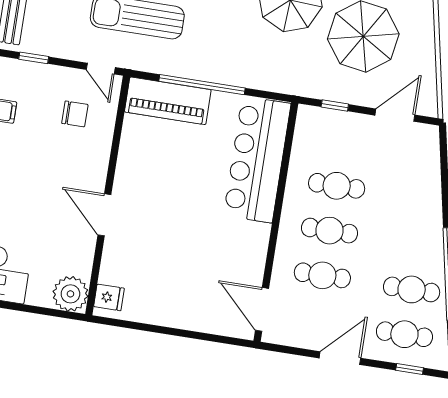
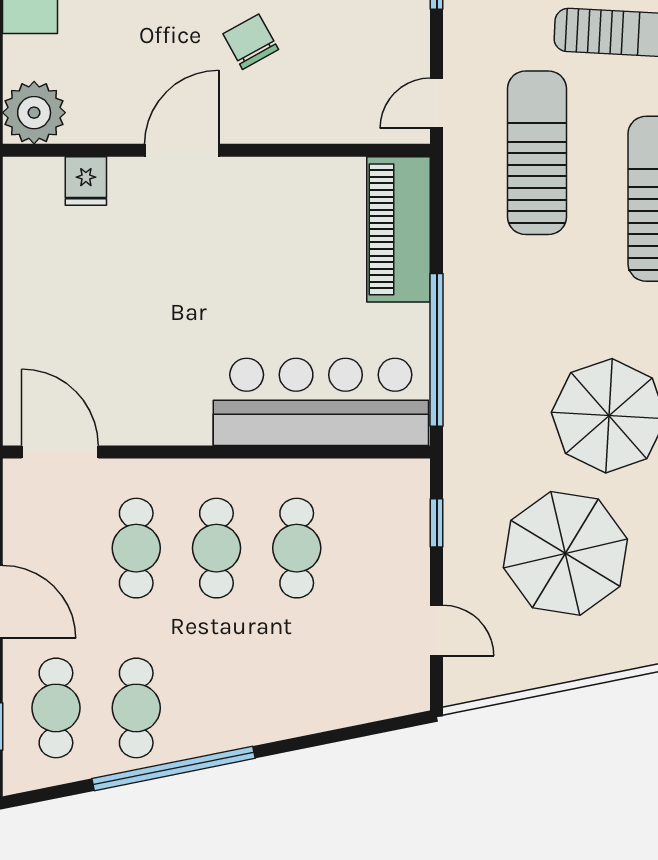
window: (202, 85) -> (437, 350), moved
chair: (75, 114) -> (251, 42), moved, turned 151
door: (395, 115) -> (437, 630), width x0.73
fridge: (109, 297) -> (86, 181), moved
door: (262, 309) -> (60, 452), hinge flipped

